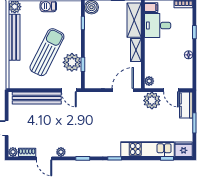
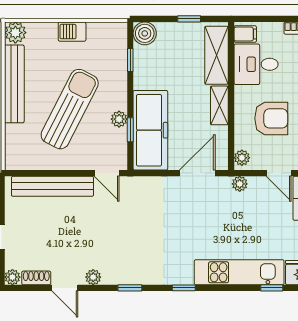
armchair: (167, 58) -> (271, 118), added
plant: (72, 62) -> (119, 119), width x0.53, depth x0.53
freezer: (95, 65) -> (150, 130), added
plant: (152, 101) -> (240, 184), width x0.53, depth x0.53

